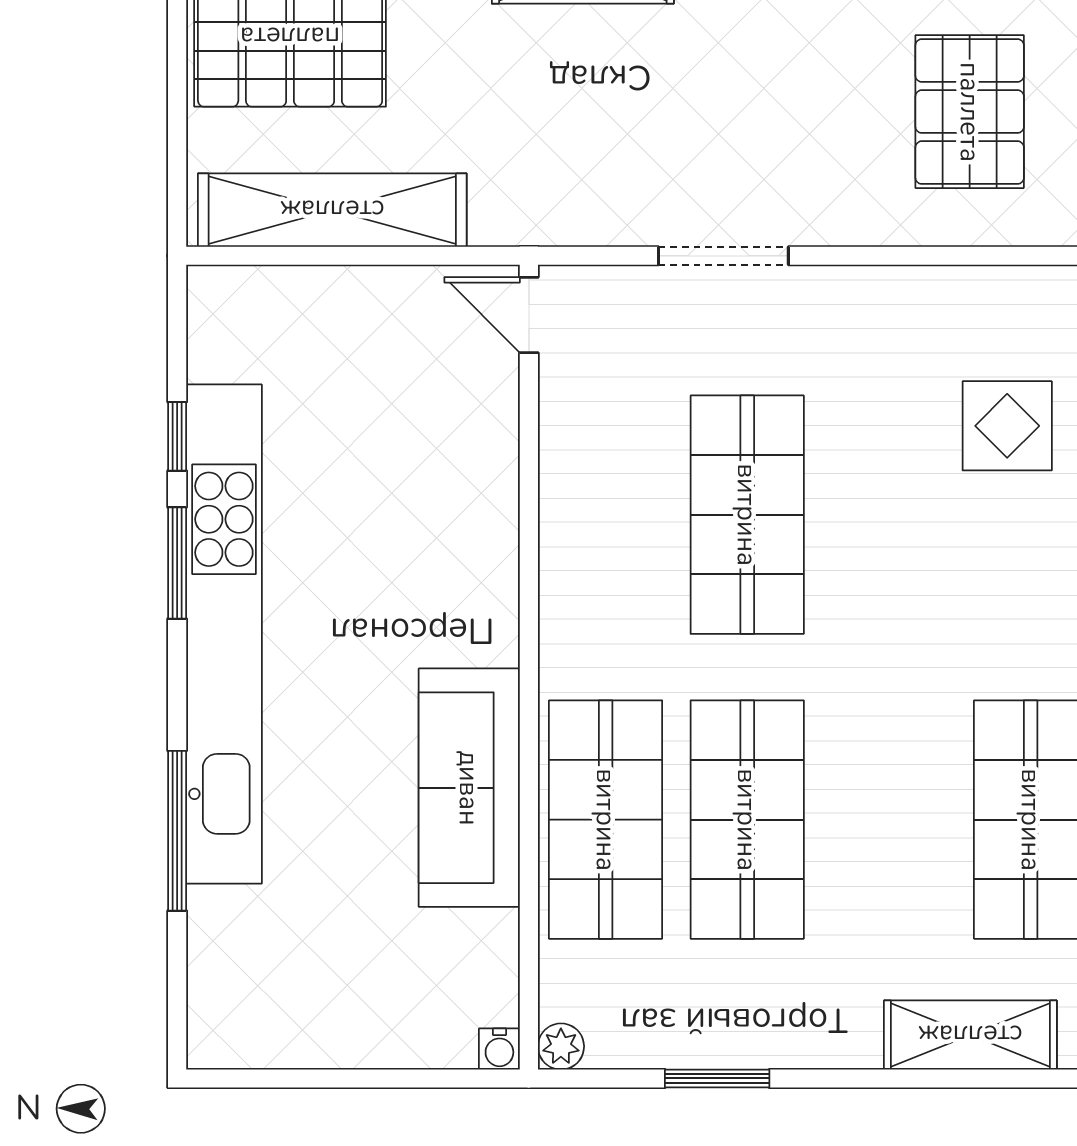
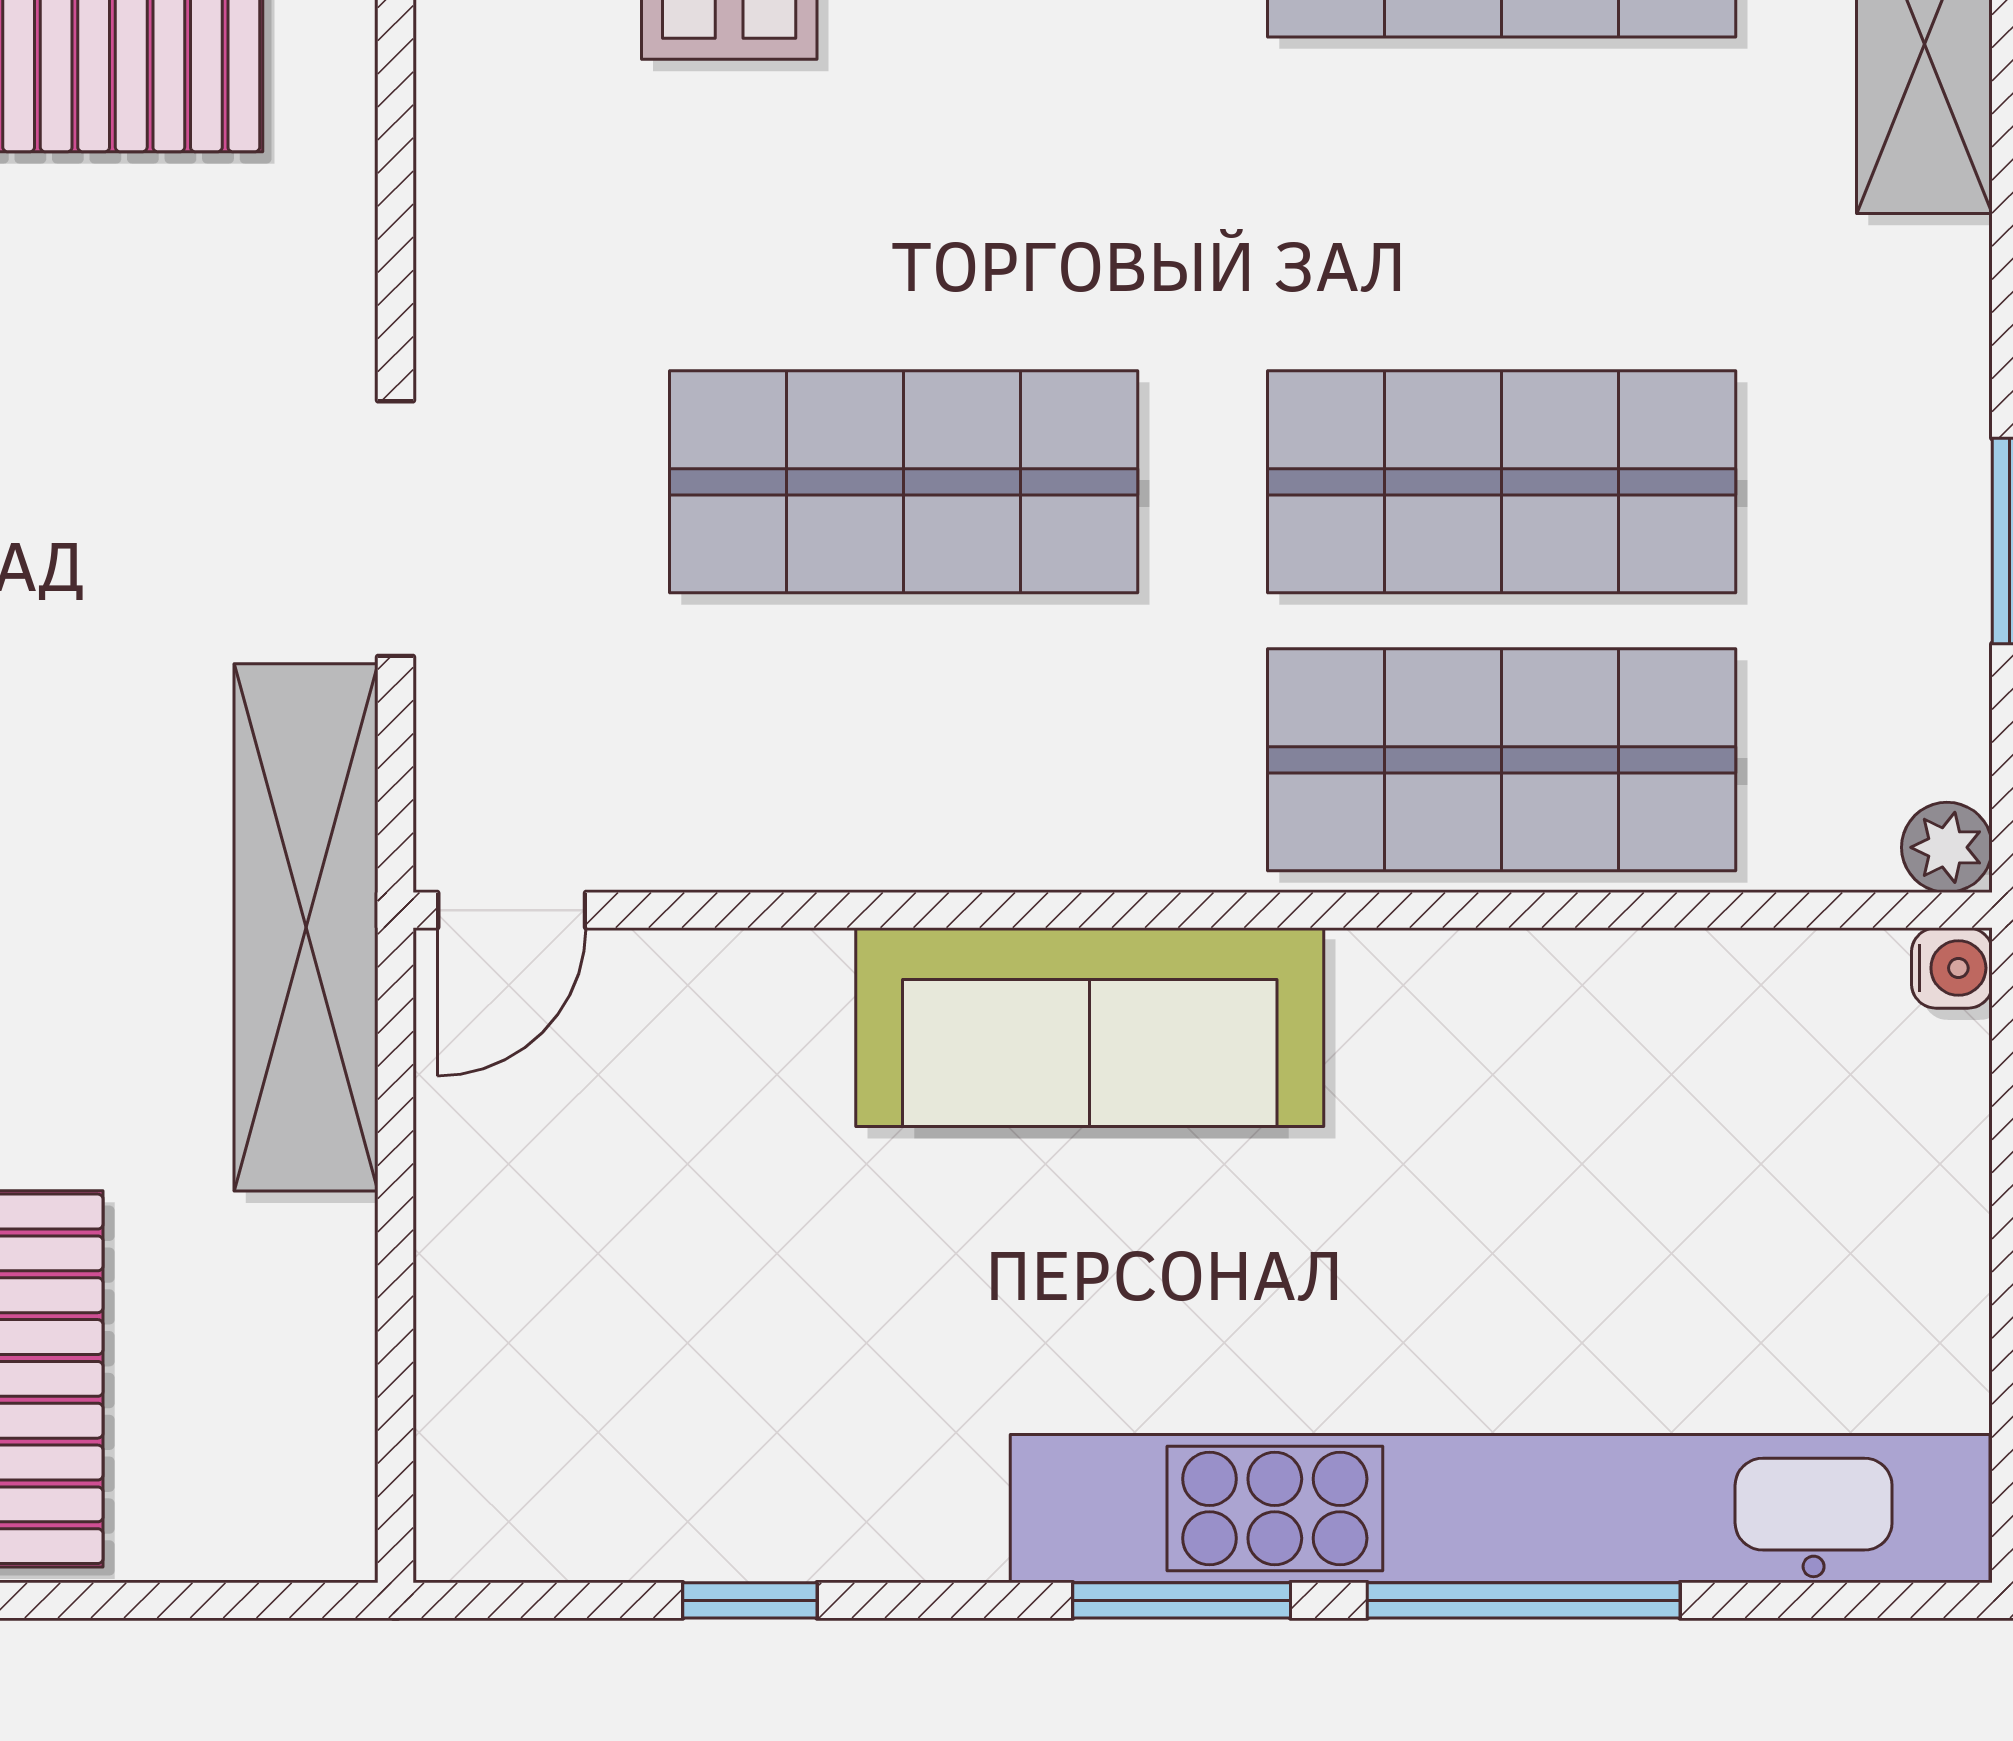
shelving: (332, 210) -> (306, 927), moved
window: (177, 563) -> (1182, 1600), moved
kitchen unit: (224, 634) -> (1500, 1509), moved
sofa: (469, 788) -> (1090, 1027), moved

